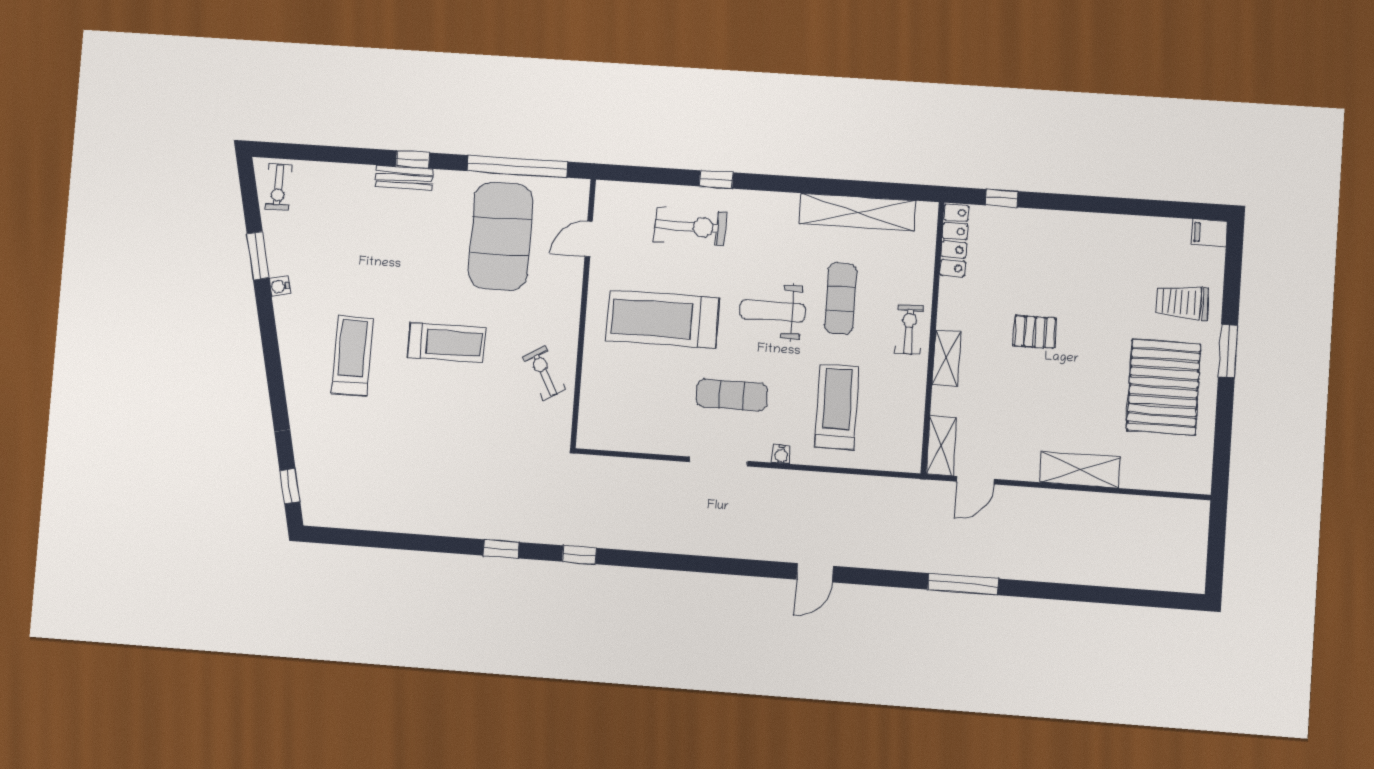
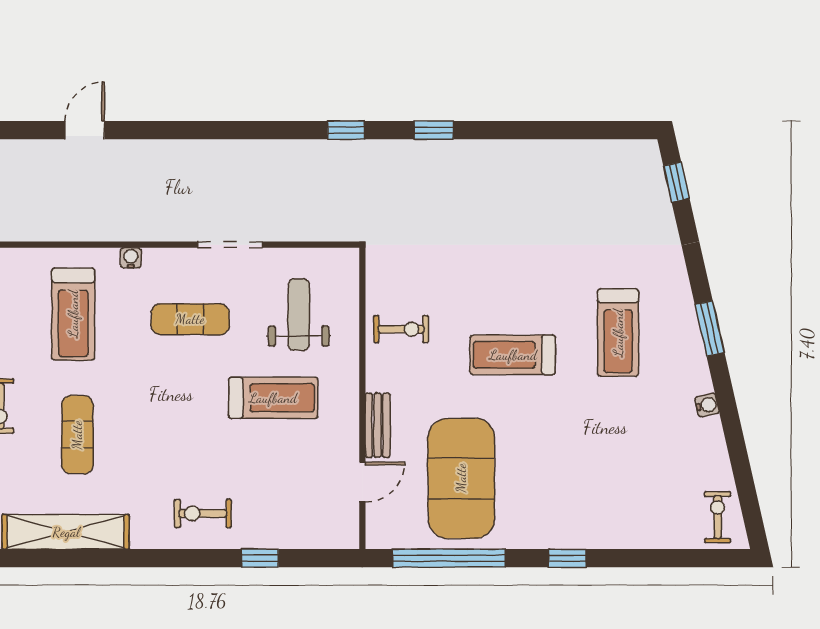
bench: (404, 178) -> (378, 425), moved, turned 90
window: (716, 179) -> (260, 558), moved
exercise bike: (690, 227) -> (203, 513), moved, width x0.73, depth x0.72
window: (258, 256) -> (710, 328), moved
weight bench: (773, 311) -> (299, 315), moved, turned -90
treadmill: (662, 319) -> (273, 398), width x0.73, depth x0.73
exercise bike: (544, 373) -> (401, 329), turned -60
doorway: (718, 461) -> (230, 245), moved

